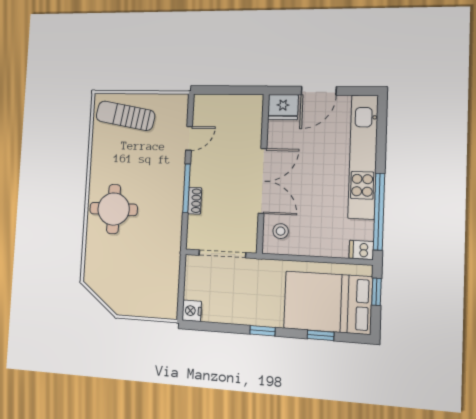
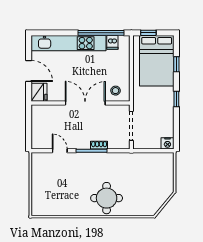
sun lounger: (125, 116) -> (46, 194), removed
dishwasher: (361, 250) -> (112, 42), moved

